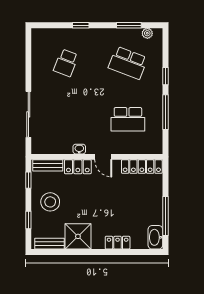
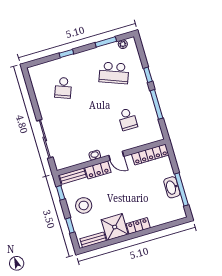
school desk: (128, 119) -> (128, 119), width x0.54
washbasin: (155, 237) -> (172, 187), moved
locker: (118, 243) -> (138, 226), moved

